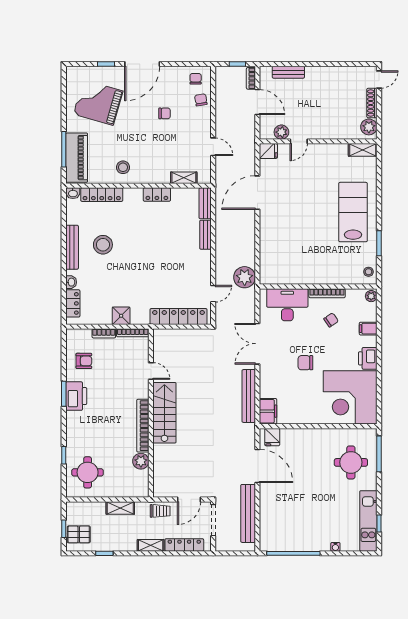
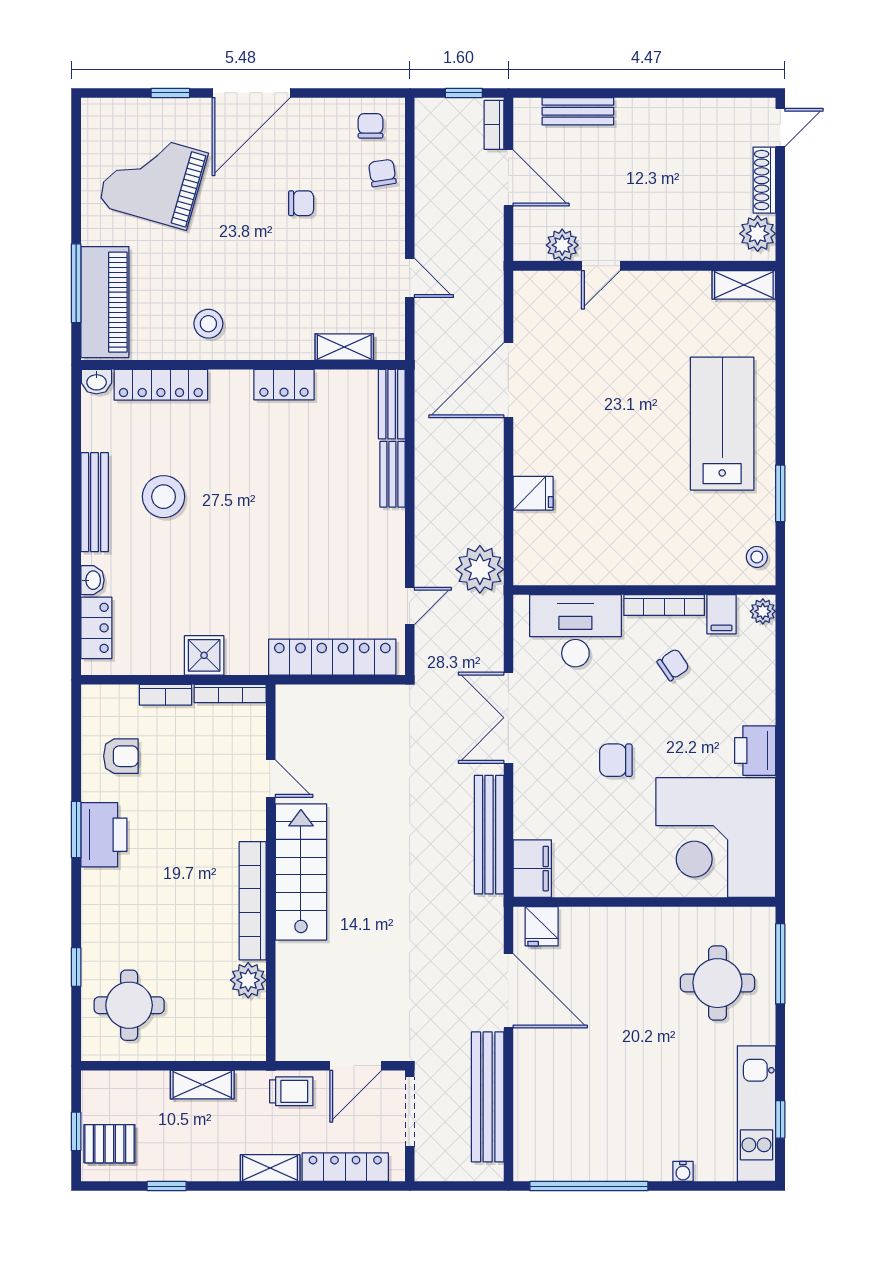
fridge: (268, 151) -> (533, 493), moved
filing cabinet: (368, 329) -> (722, 614), moved, turned -90

